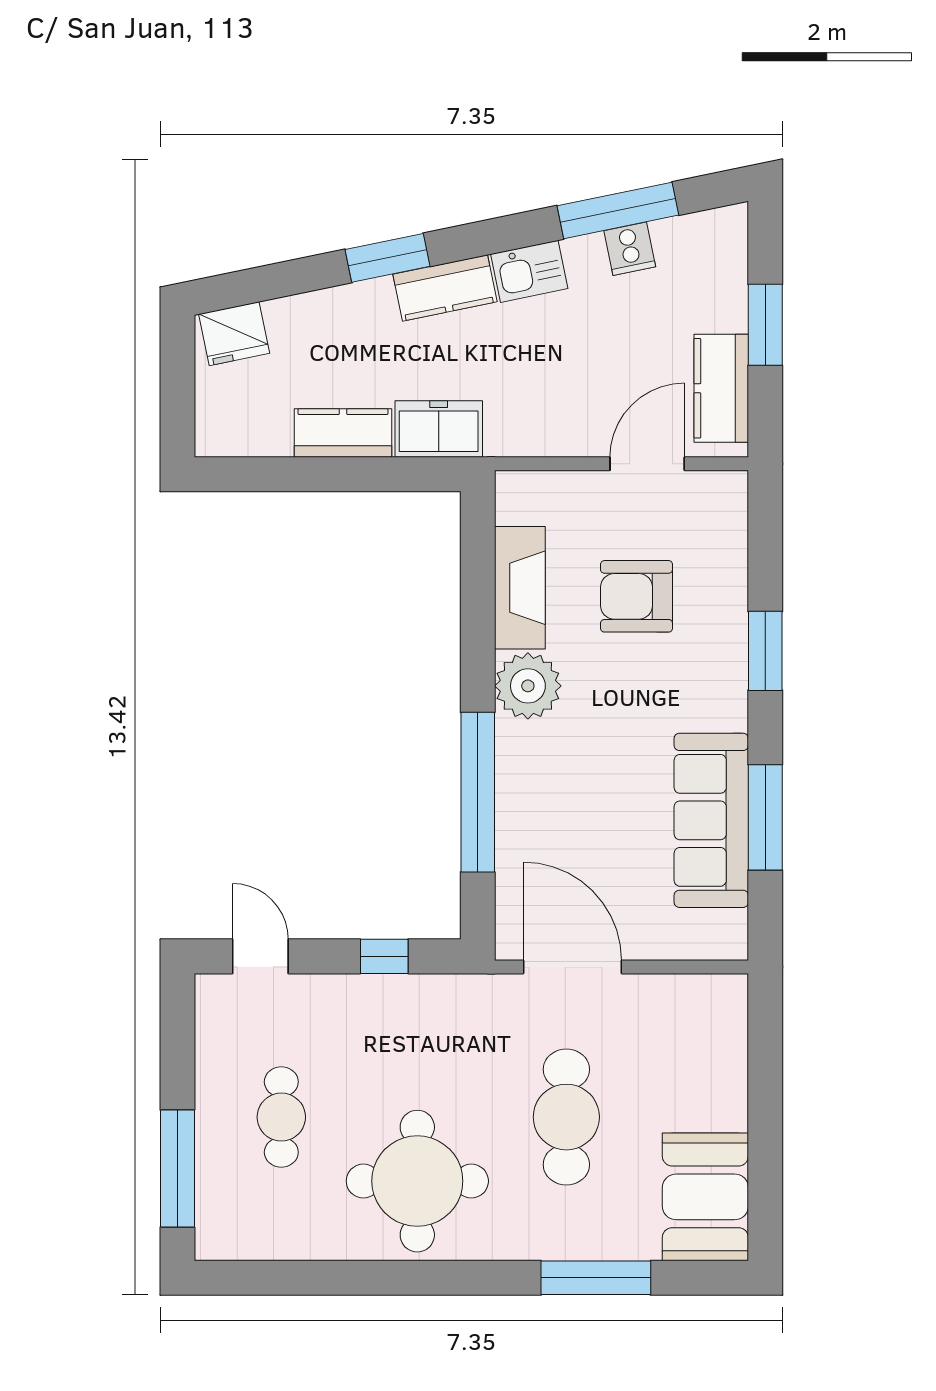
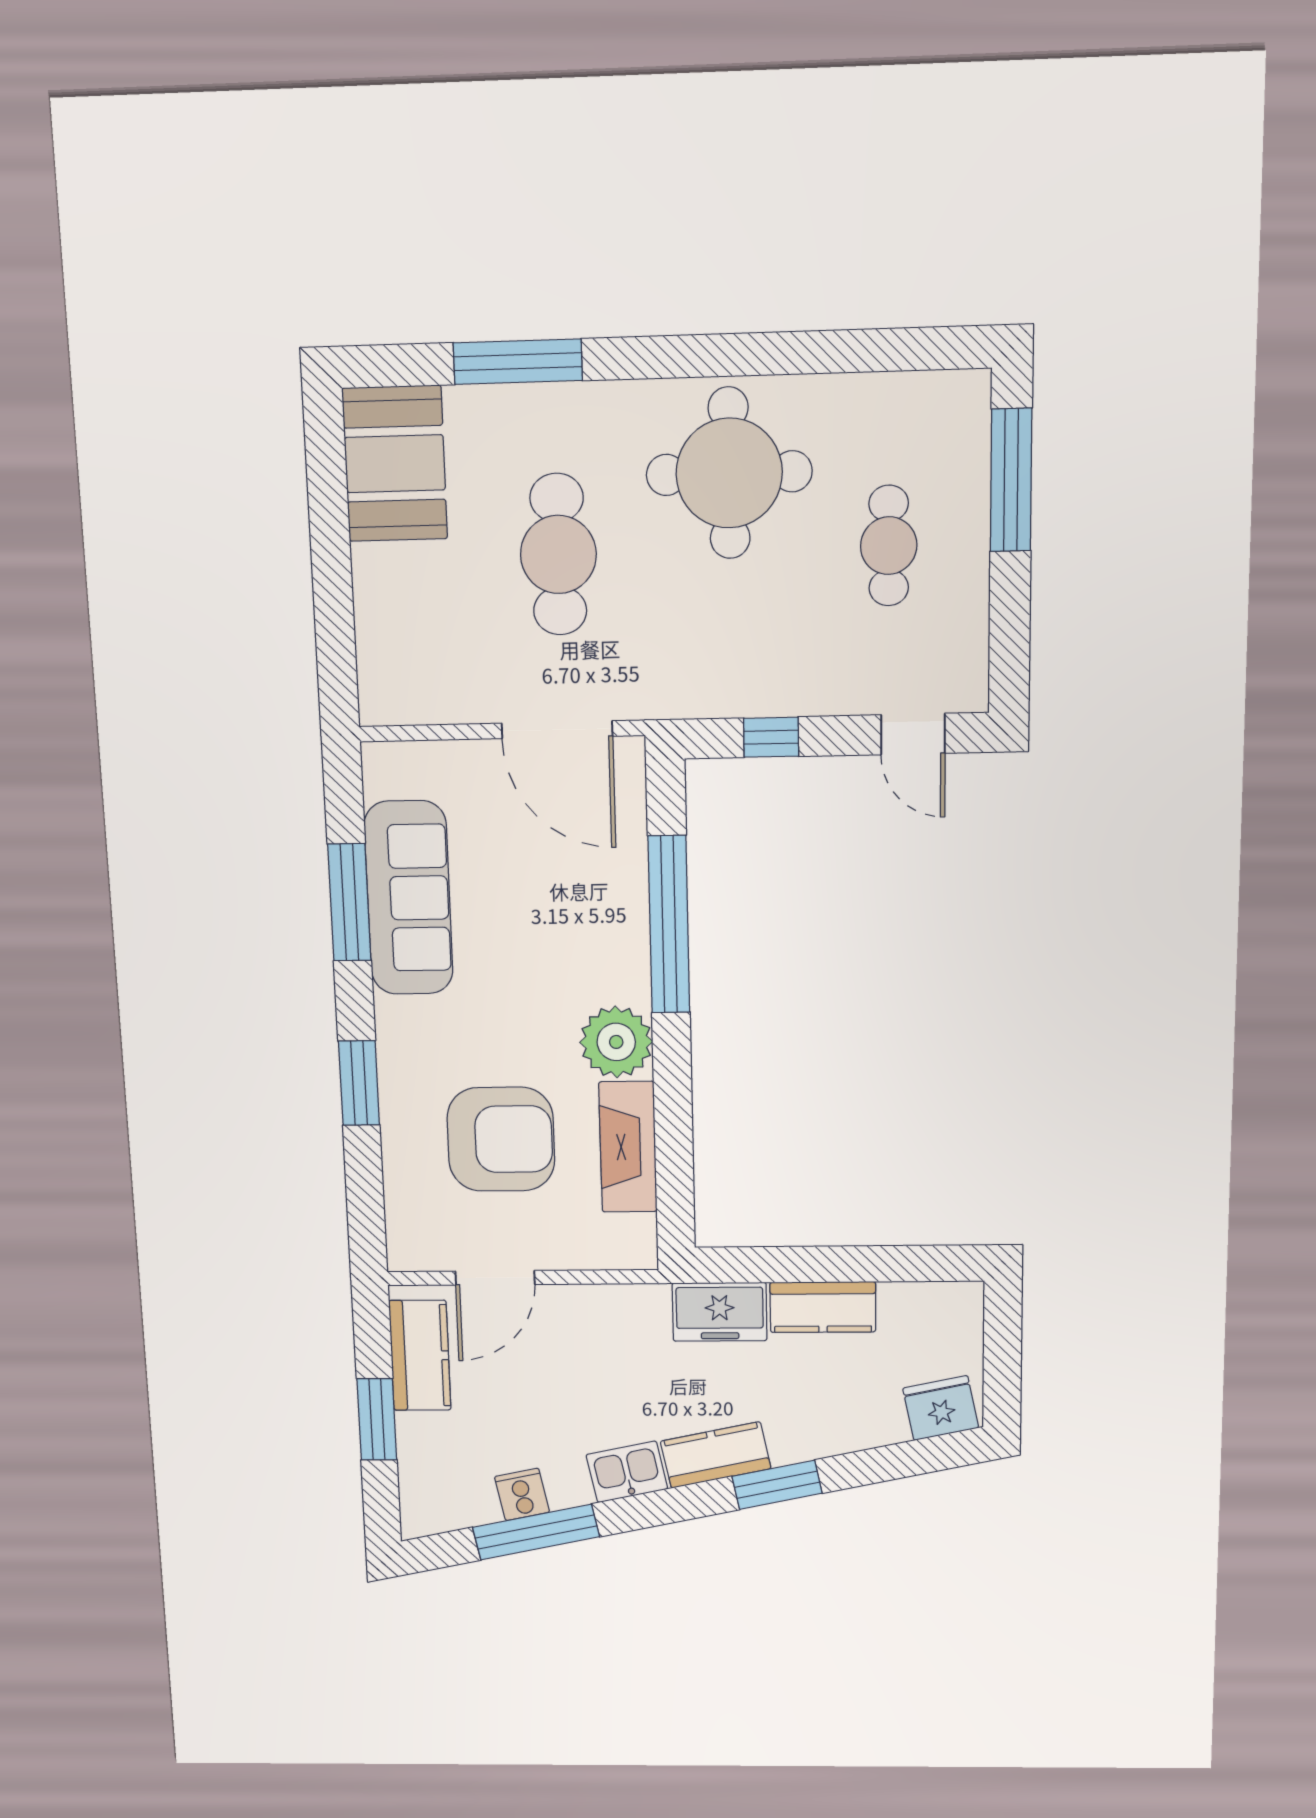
armchair: (637, 596) -> (501, 1139), width x1.36, depth x1.36

